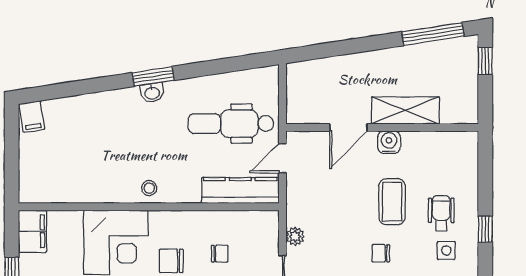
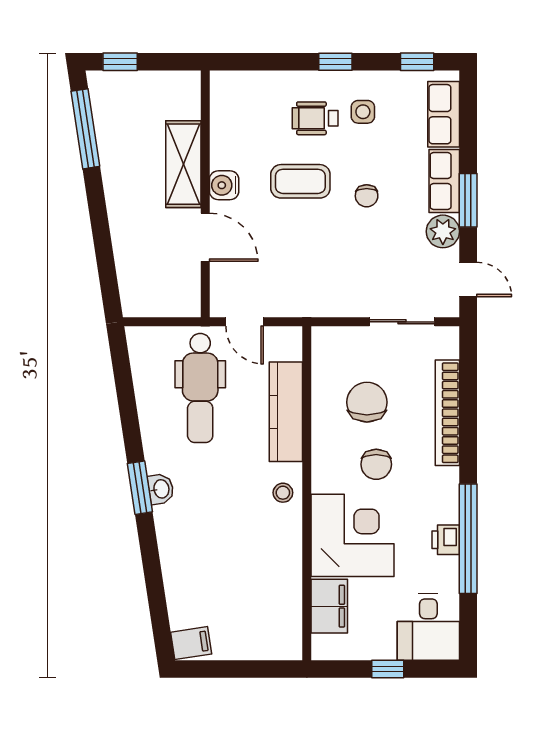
kitchen counter: (240, 190) -> (286, 412), moved
filing cabinet: (33, 231) -> (329, 606), moved, turned 90
plant: (295, 236) -> (345, 306), removed
chair: (220, 254) -> (367, 402), width x1.87, depth x1.87

